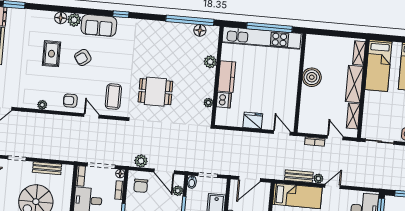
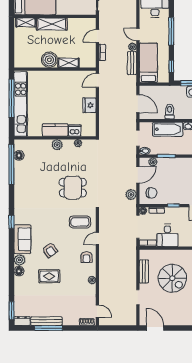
plant: (210, 62) -> (57, 145), moved
dining table: (155, 92) -> (73, 188), turned 90
shelving: (353, 116) -> (68, 63), moved

